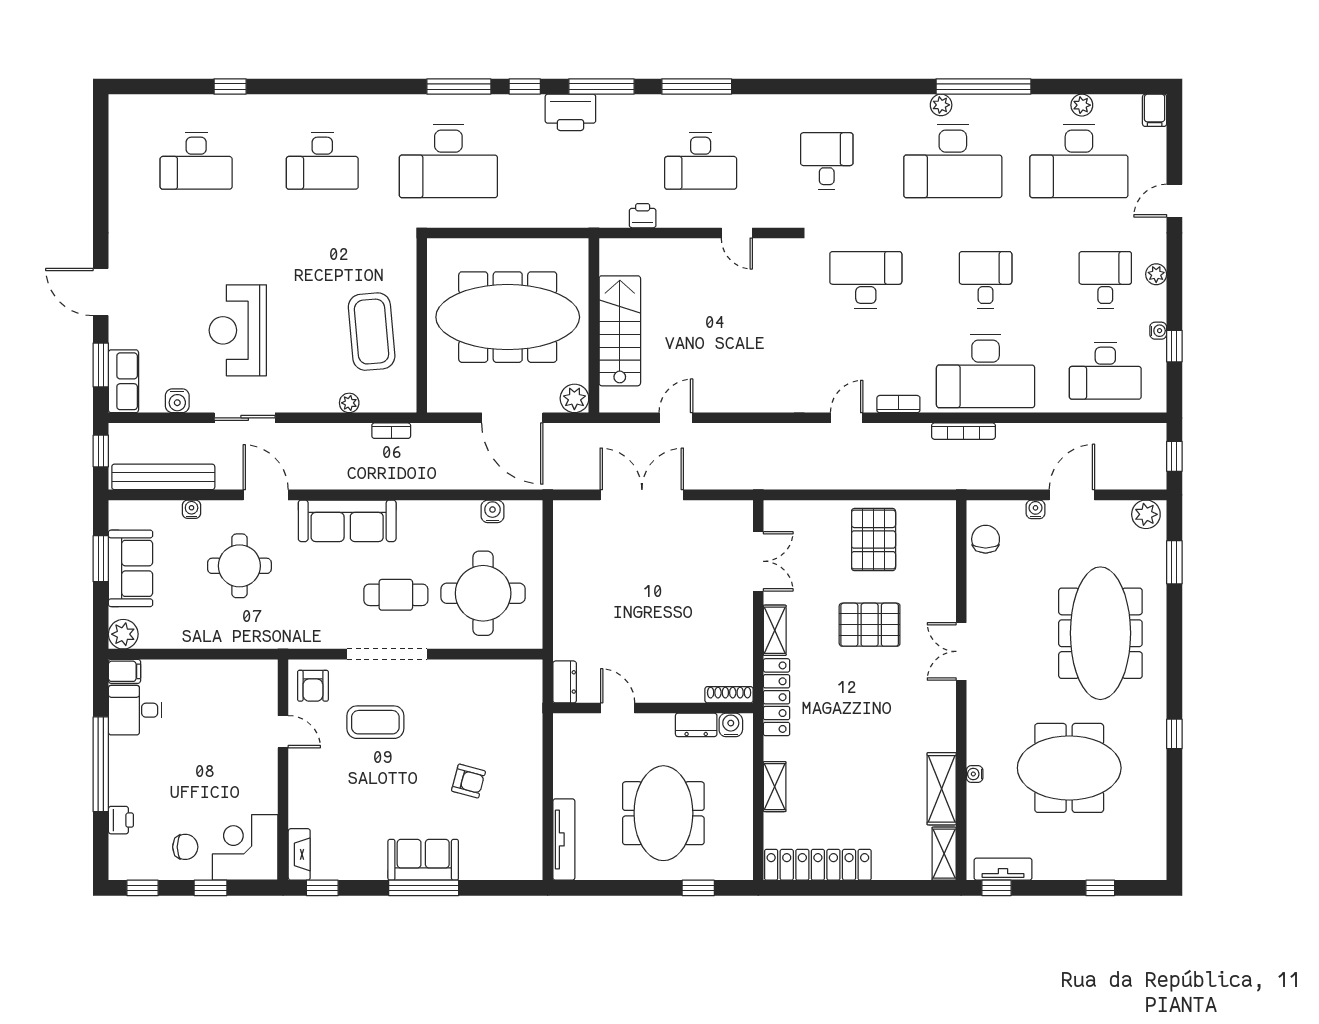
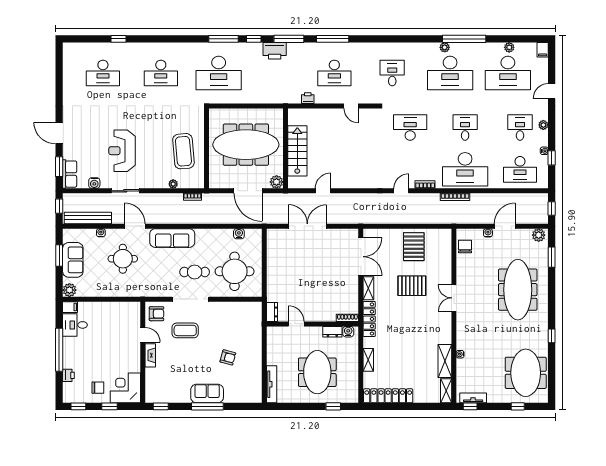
double door: (758, 561) -> (361, 257), width x1.37
armchair: (313, 686) -> (157, 314), turned -90
meeting table: (1069, 768) -> (526, 373), moved, turned 90
fireplace: (299, 854) -> (150, 355), moved

